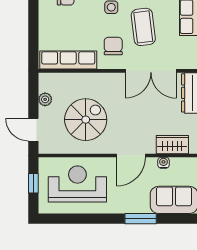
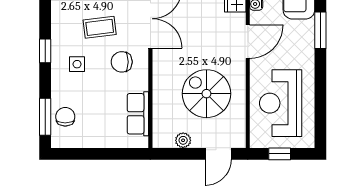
coffee table: (143, 27) -> (100, 27), width x0.73, depth x0.77
row of seats: (68, 60) -> (138, 114), width x0.68
door: (131, 156) -> (248, 42), hinge flipped

